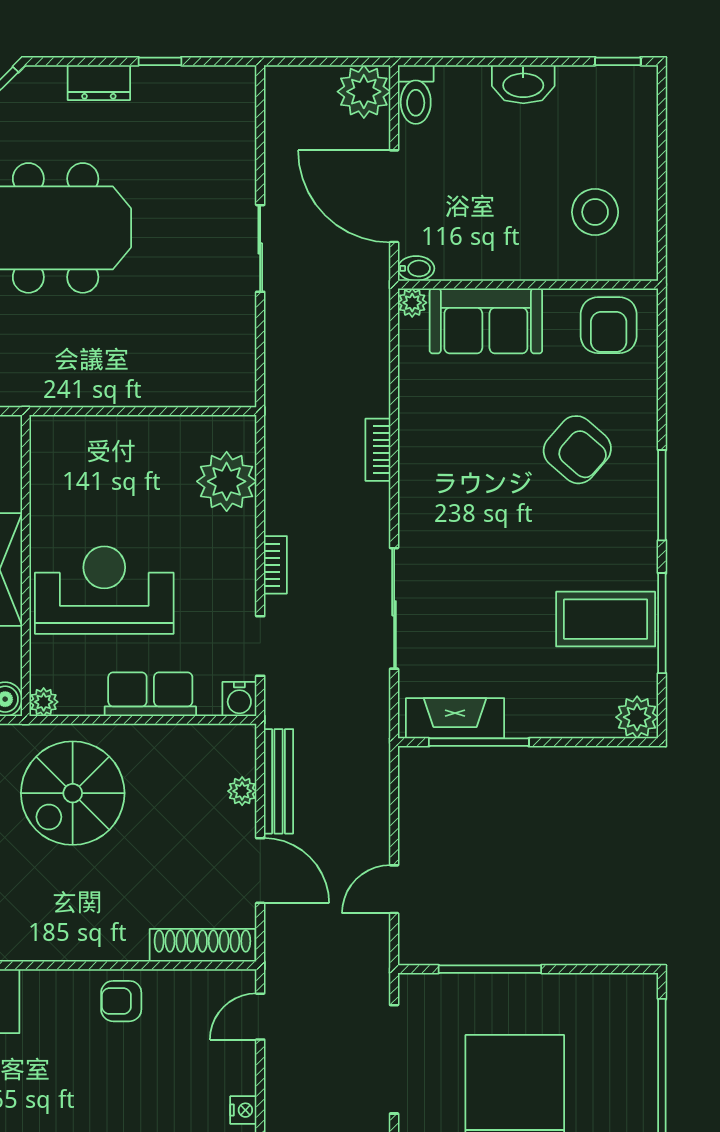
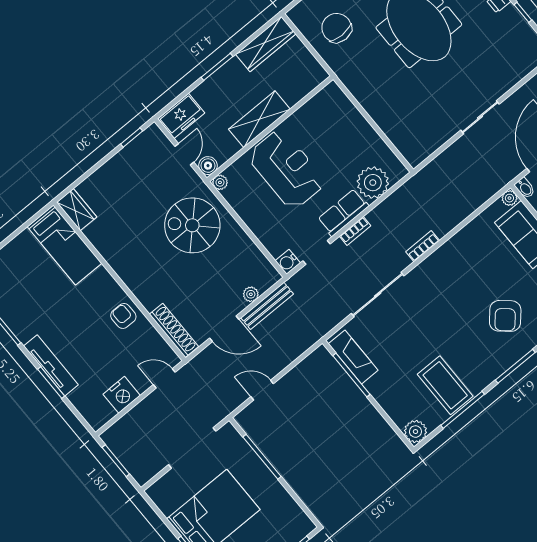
bookcase: (378, 450) -> (423, 246), moved
row of seats: (150, 694) -> (343, 213), moved, turned -90
door: (260, 871) -> (224, 329), hinge flipped
nightstand: (243, 1110) -> (122, 395), width x1.89, depth x1.79

